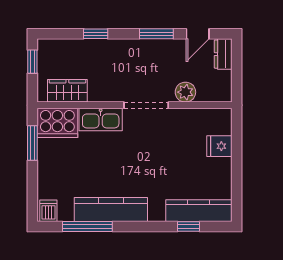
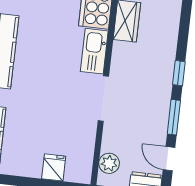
window: (96, 34) -> (179, 73), moved
plant: (185, 92) -> (109, 163), moved

